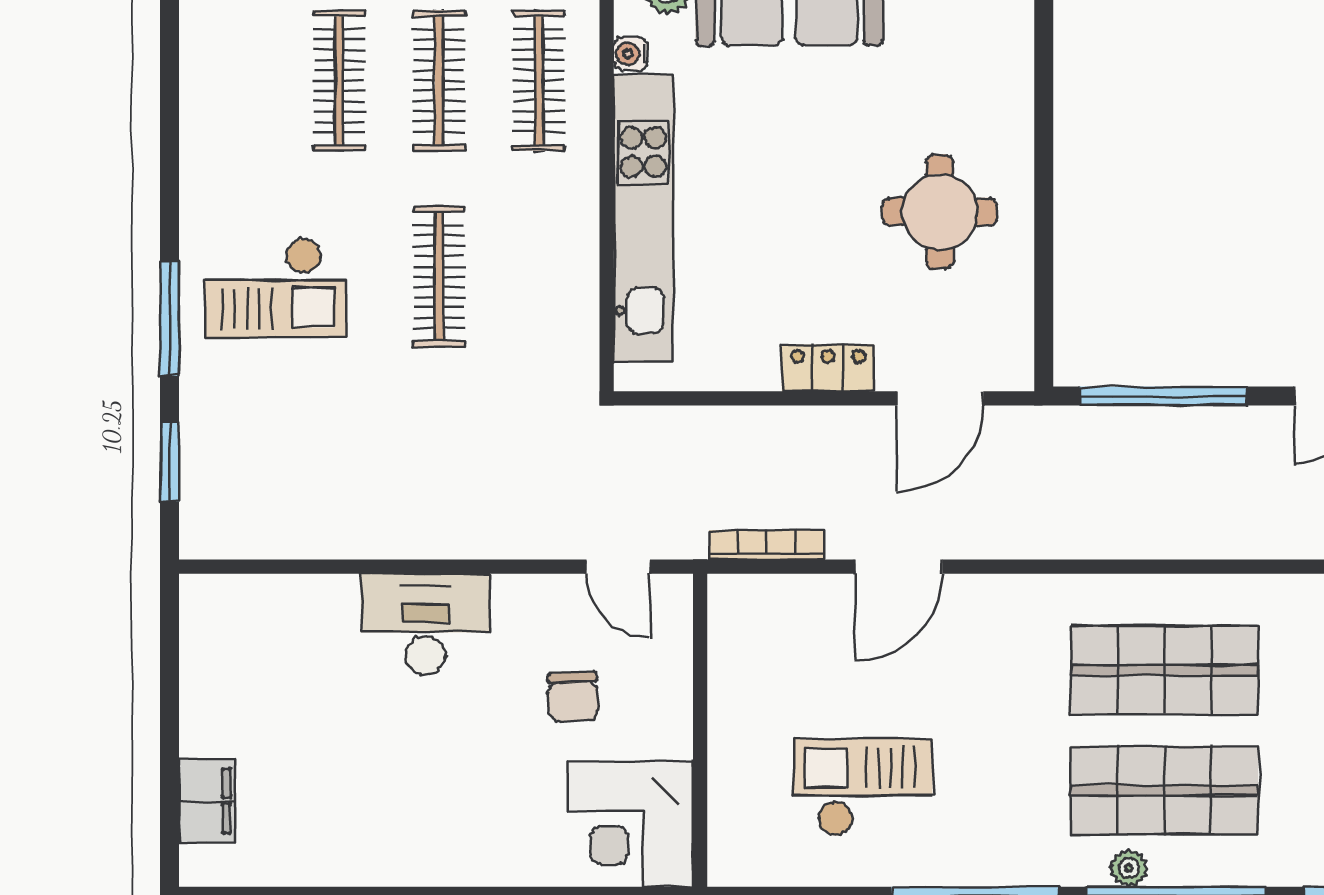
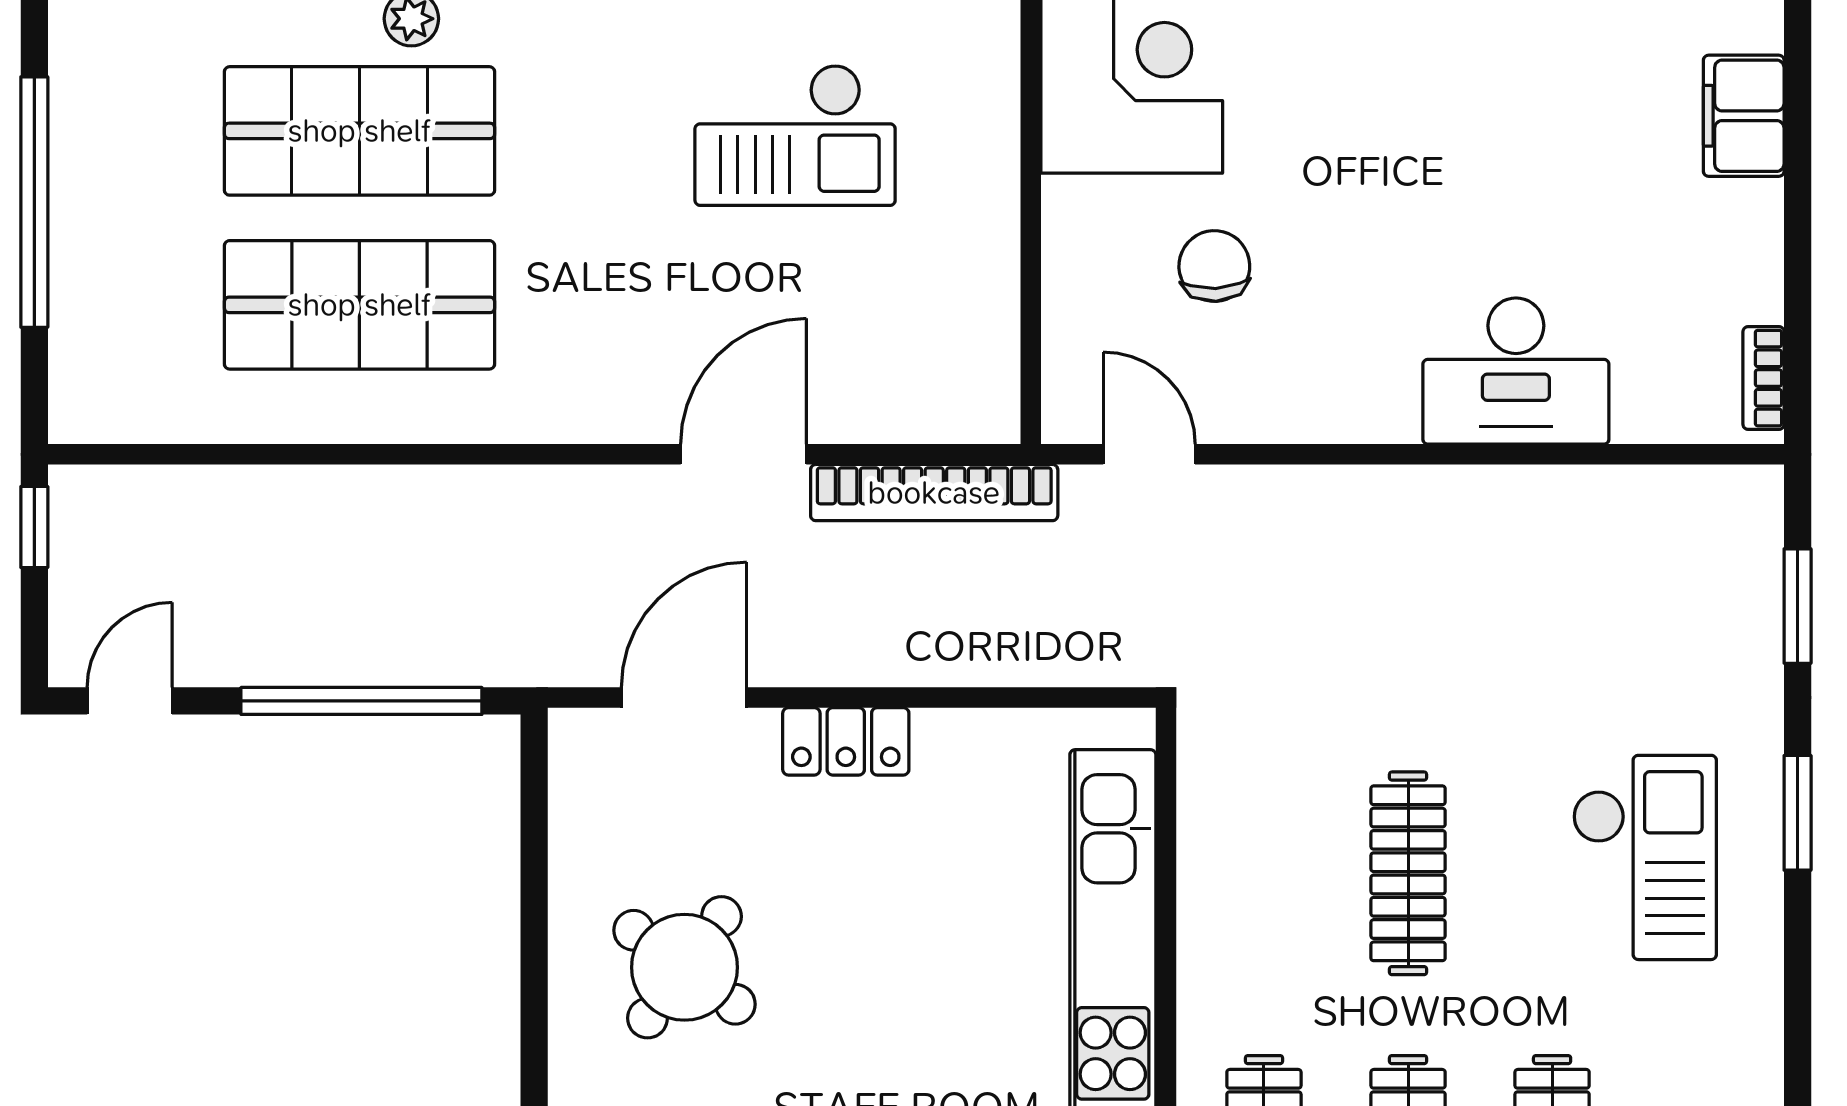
round table: (940, 212) -> (684, 967), turned 36
checkout: (275, 288) -> (1645, 857), turned 90
window: (169, 319) -> (1798, 813), width x0.69
bookcase: (767, 545) -> (934, 493), width x1.48, depth x1.31
bookcase: (193, 619) -> (1764, 378), added
desk: (425, 624) -> (1516, 371), moved

